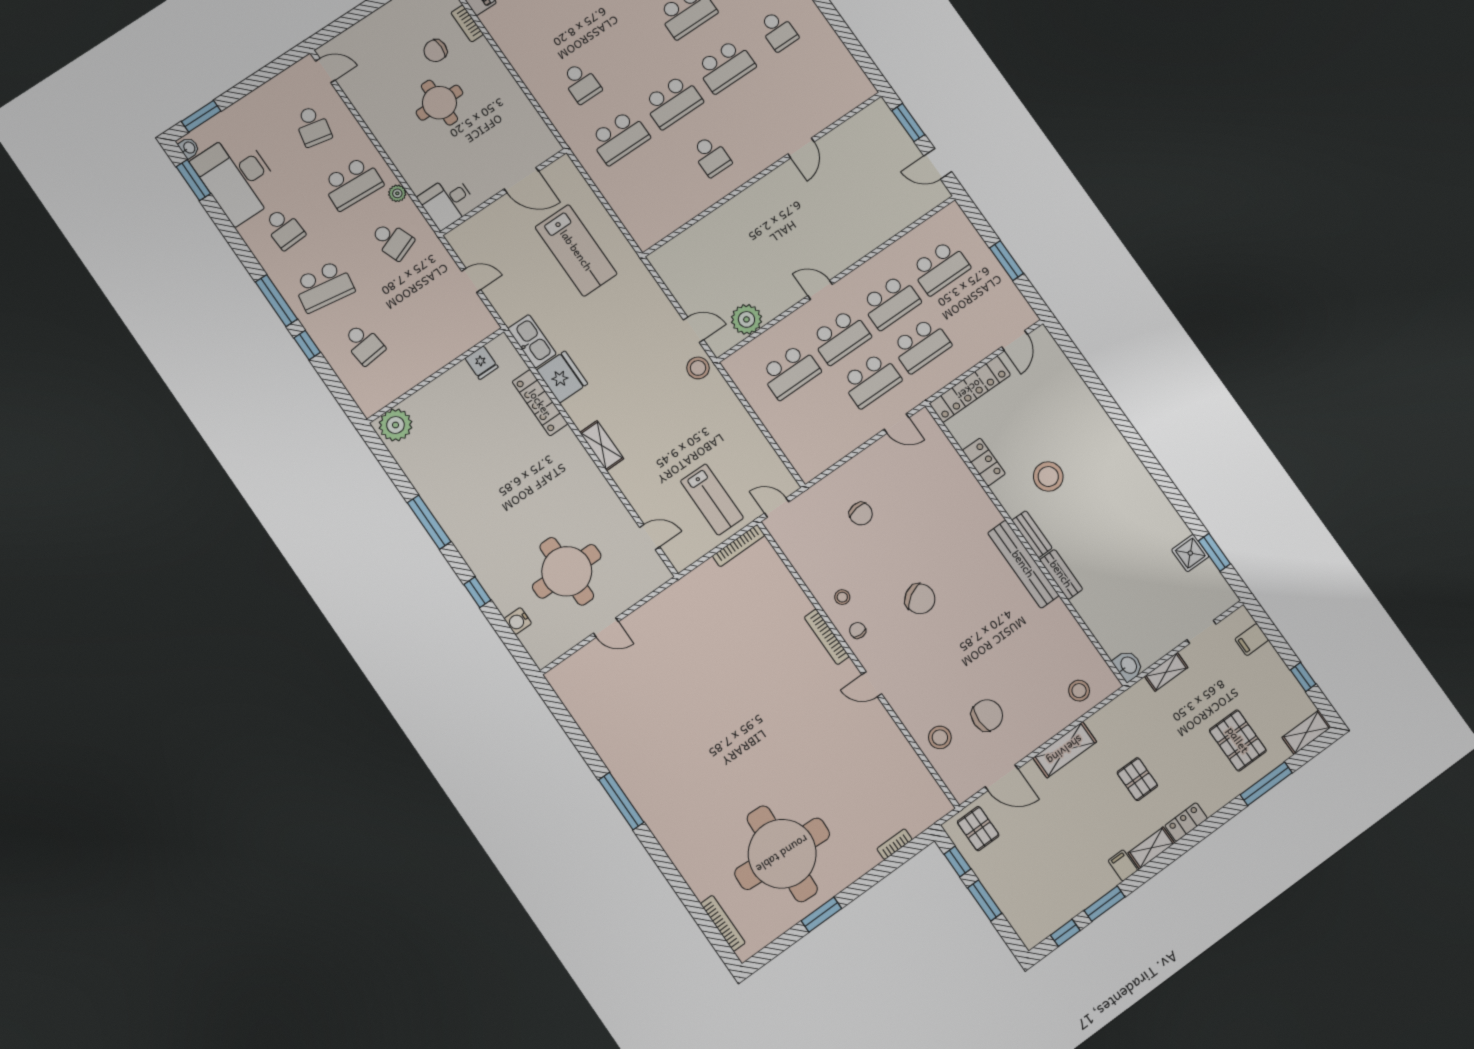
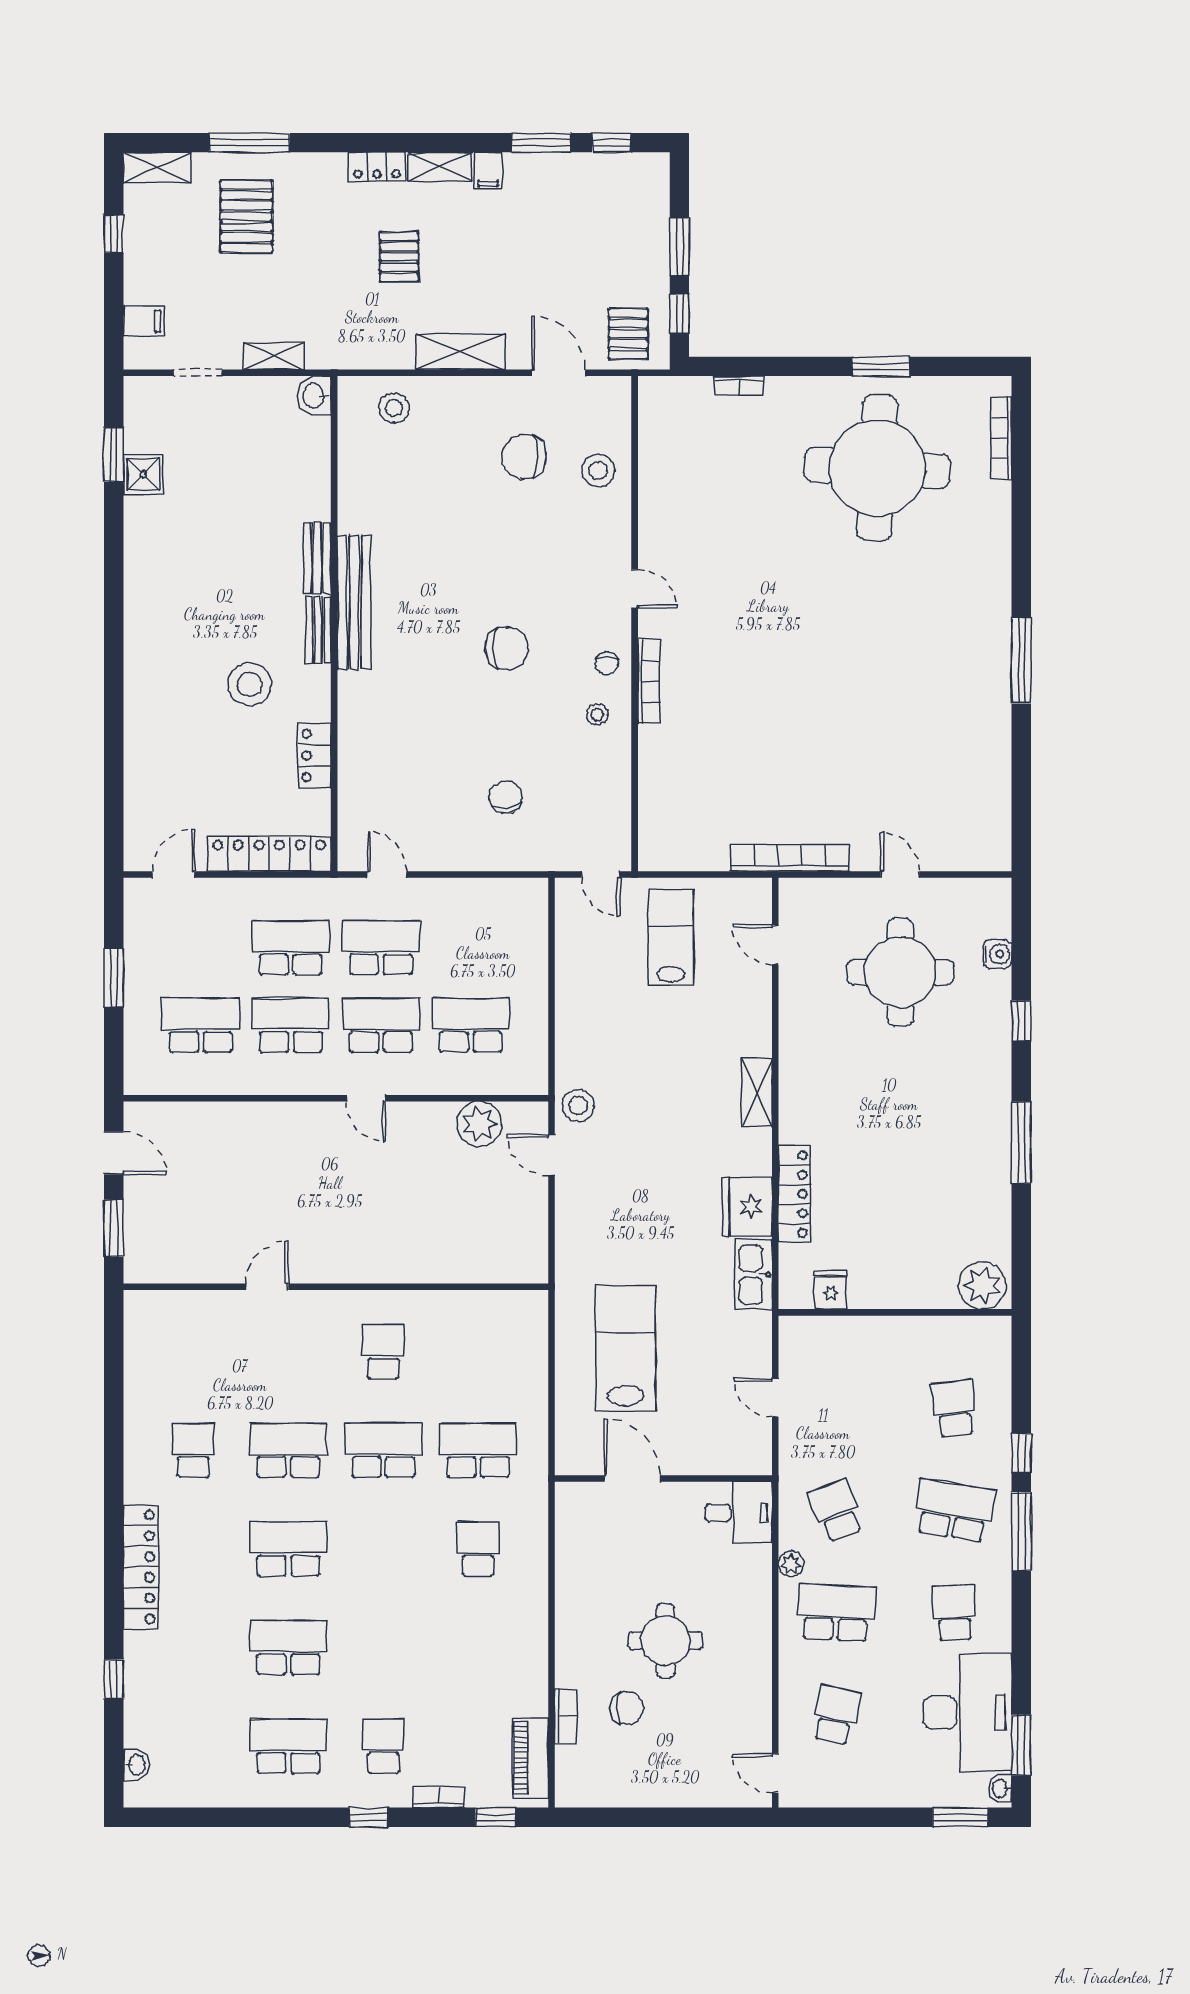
bookcase: (739, 546) -> (790, 858), moved, width x1.48, depth x1.31
chair: (920, 599) -> (507, 648), turned 121

